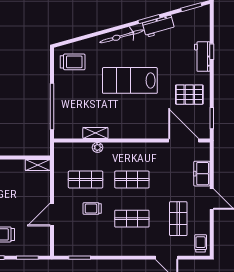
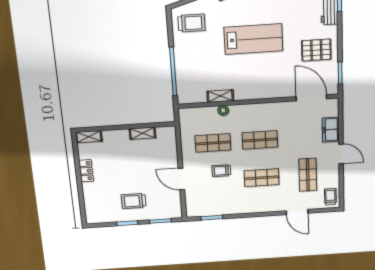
lab bench: (130, 80) -> (253, 39), turned 180
shelving: (38, 165) -> (142, 133), moved
door: (52, 214) -> (181, 179), hinge flipped

